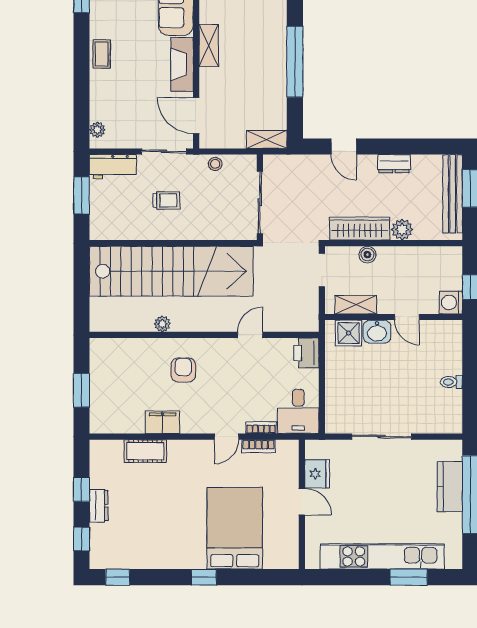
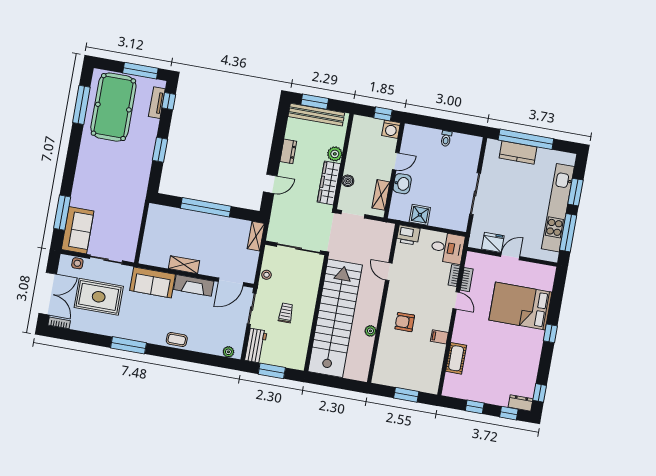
shower: (349, 333) -> (420, 215), moved
filing cabinet: (163, 422) -> (439, 337), width x0.50
dresser: (99, 506) -> (521, 403), moved
window: (350, 577) -> (568, 233), added

